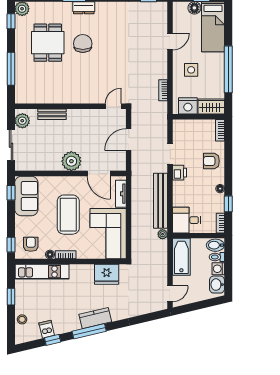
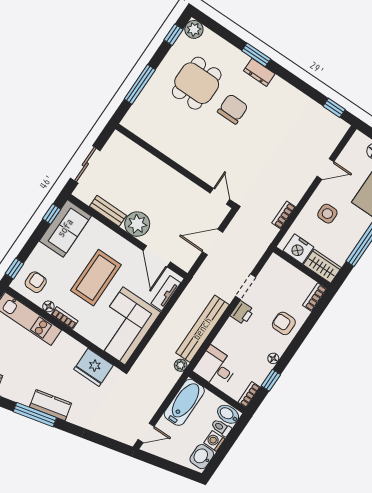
door: (113, 106) -> (220, 196), hinge flipped
bench: (52, 114) -> (108, 211), moved
plant: (22, 121) -> (115, 147), removed

